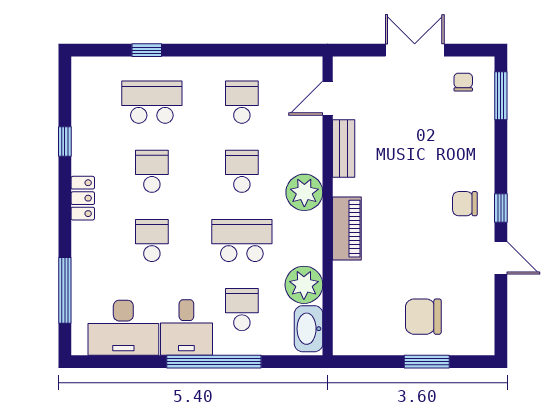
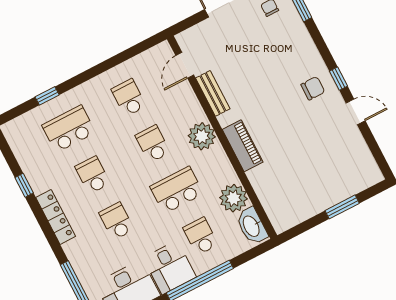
locker: (83, 198) -> (56, 217), width x1.53
chair: (465, 204) -> (313, 88), turned 180
chair: (423, 317) -> (324, 178), removed

